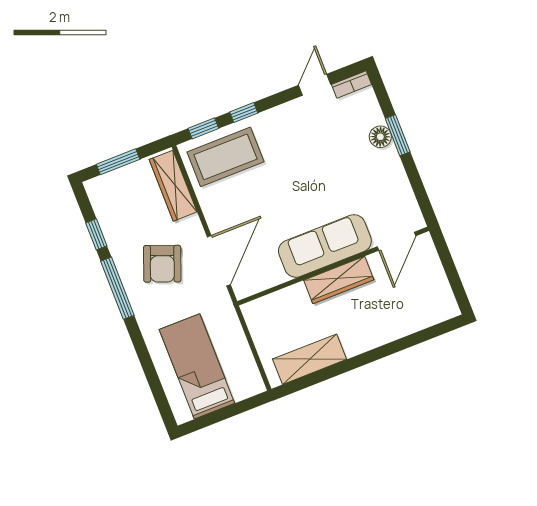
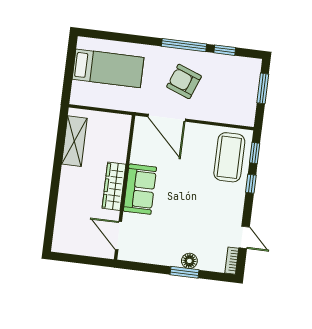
wardrobe: (173, 186) -> (229, 115), removed
sofa: (325, 246) -> (140, 189), width x0.73

